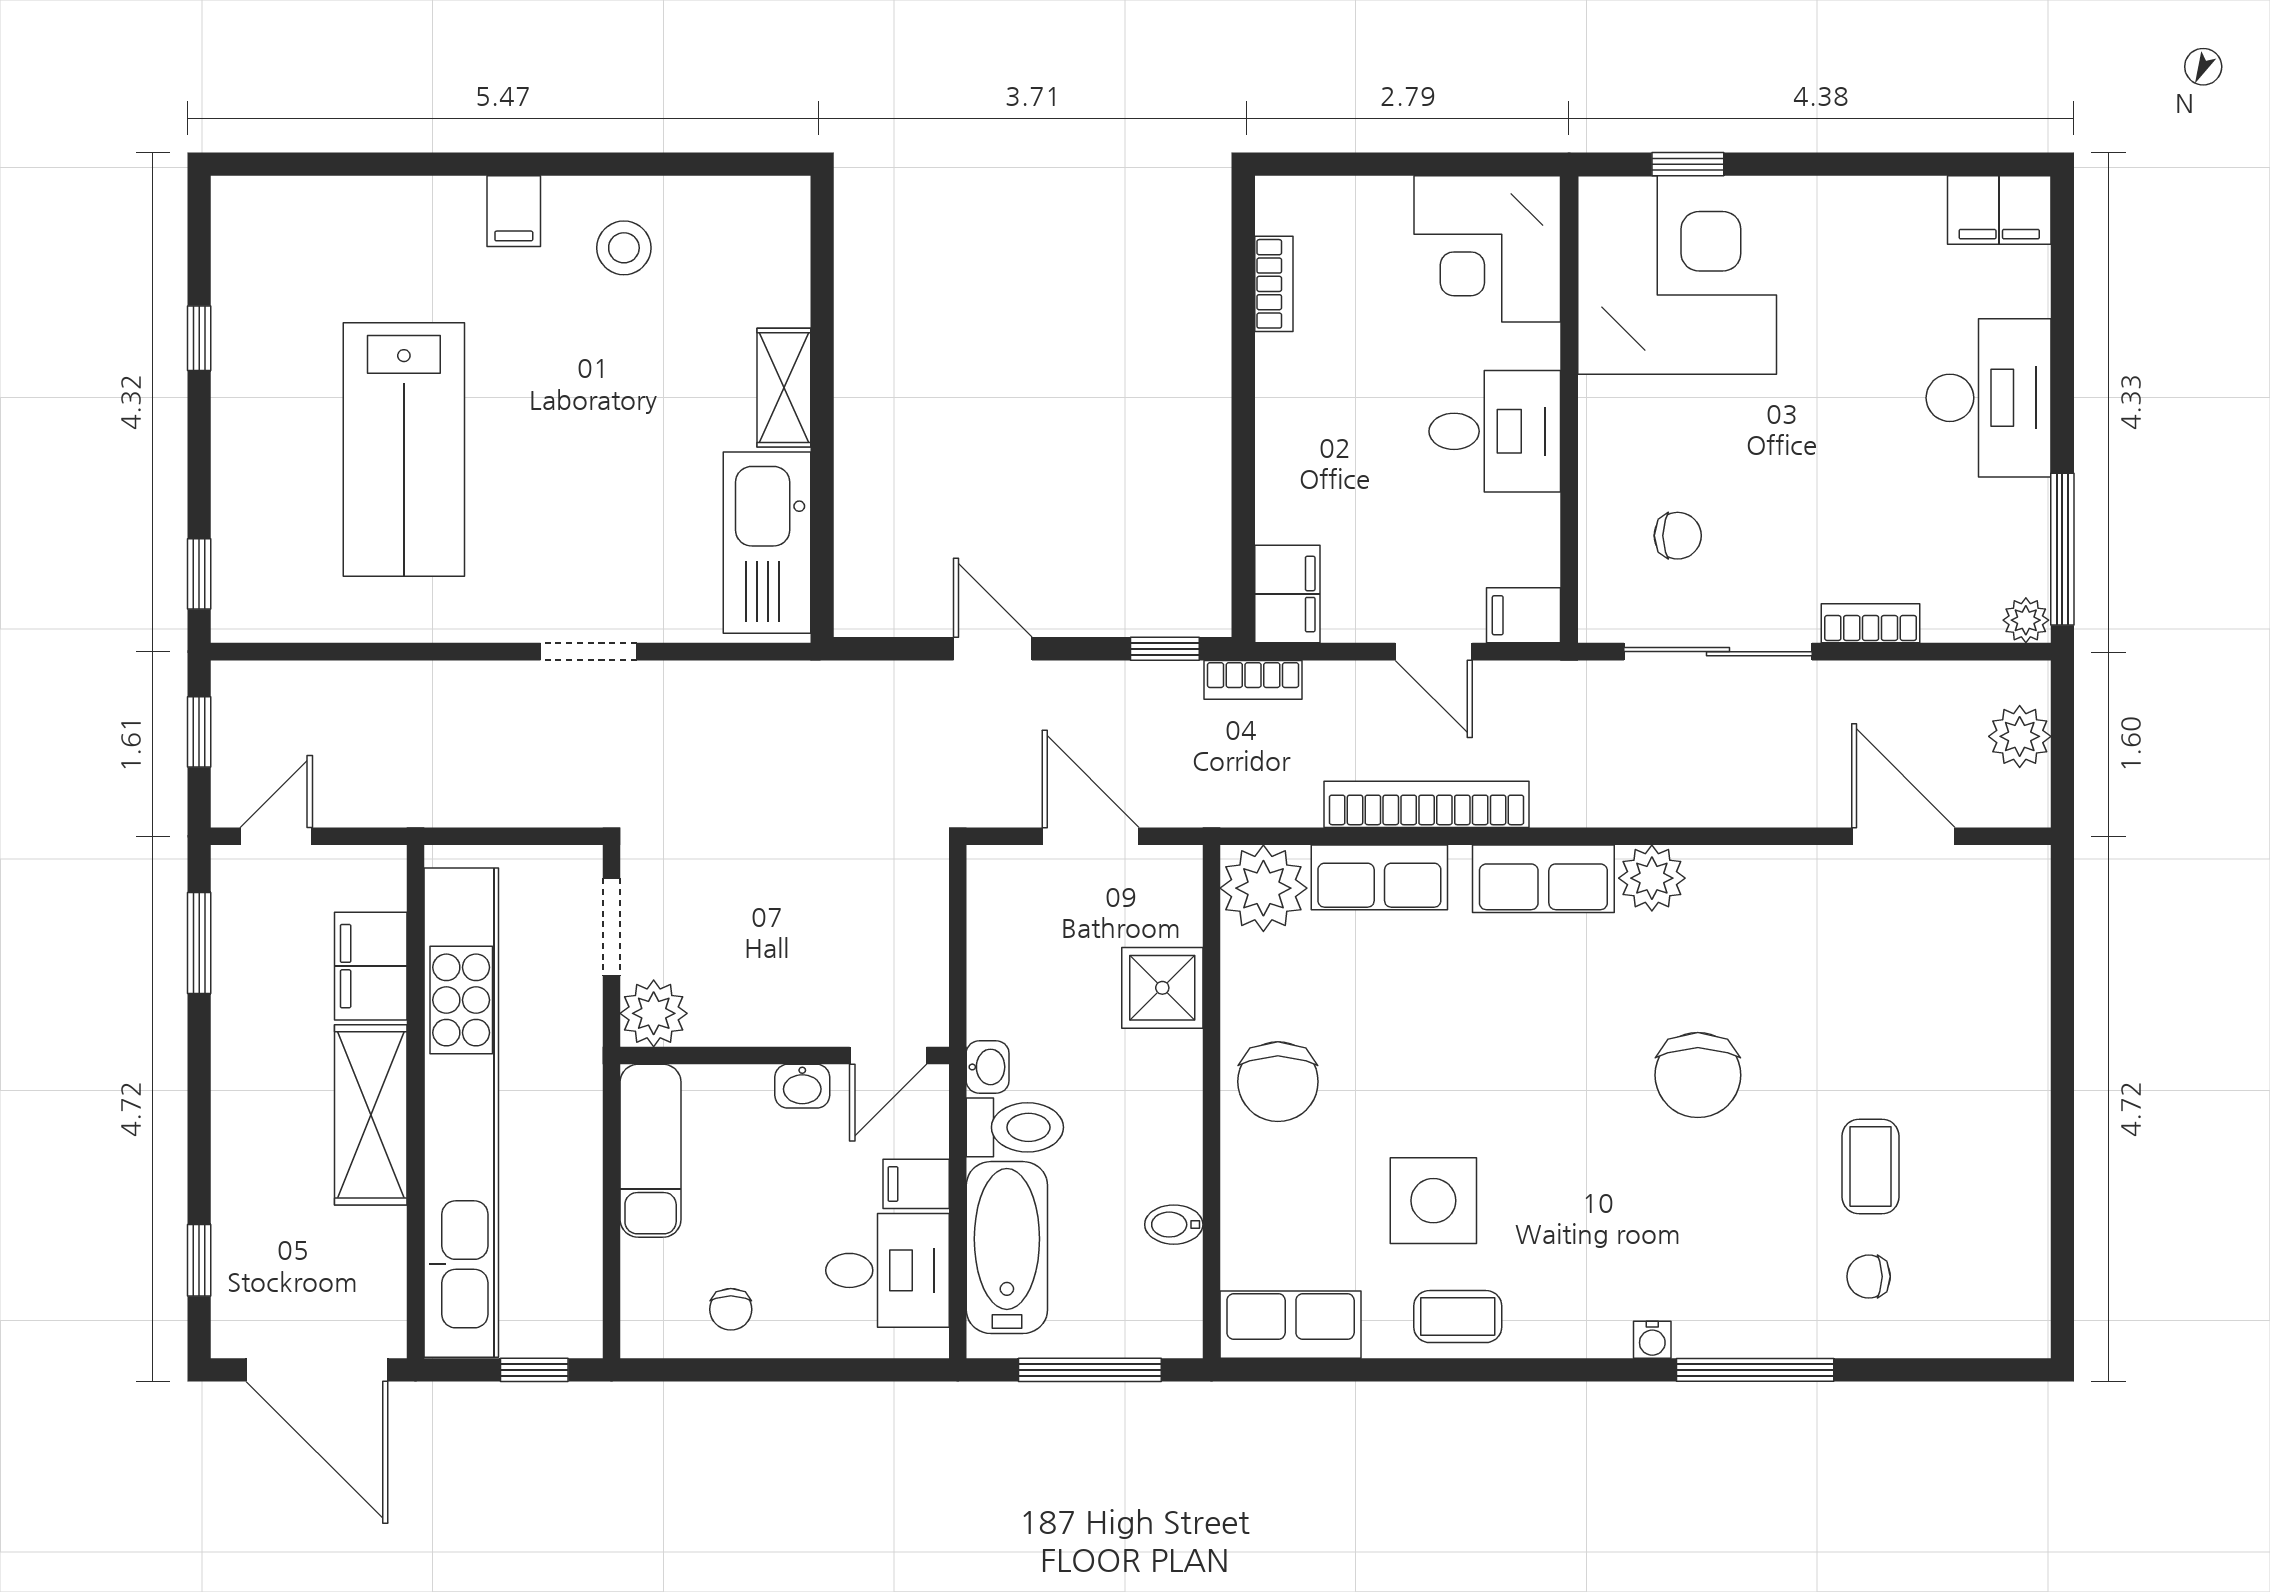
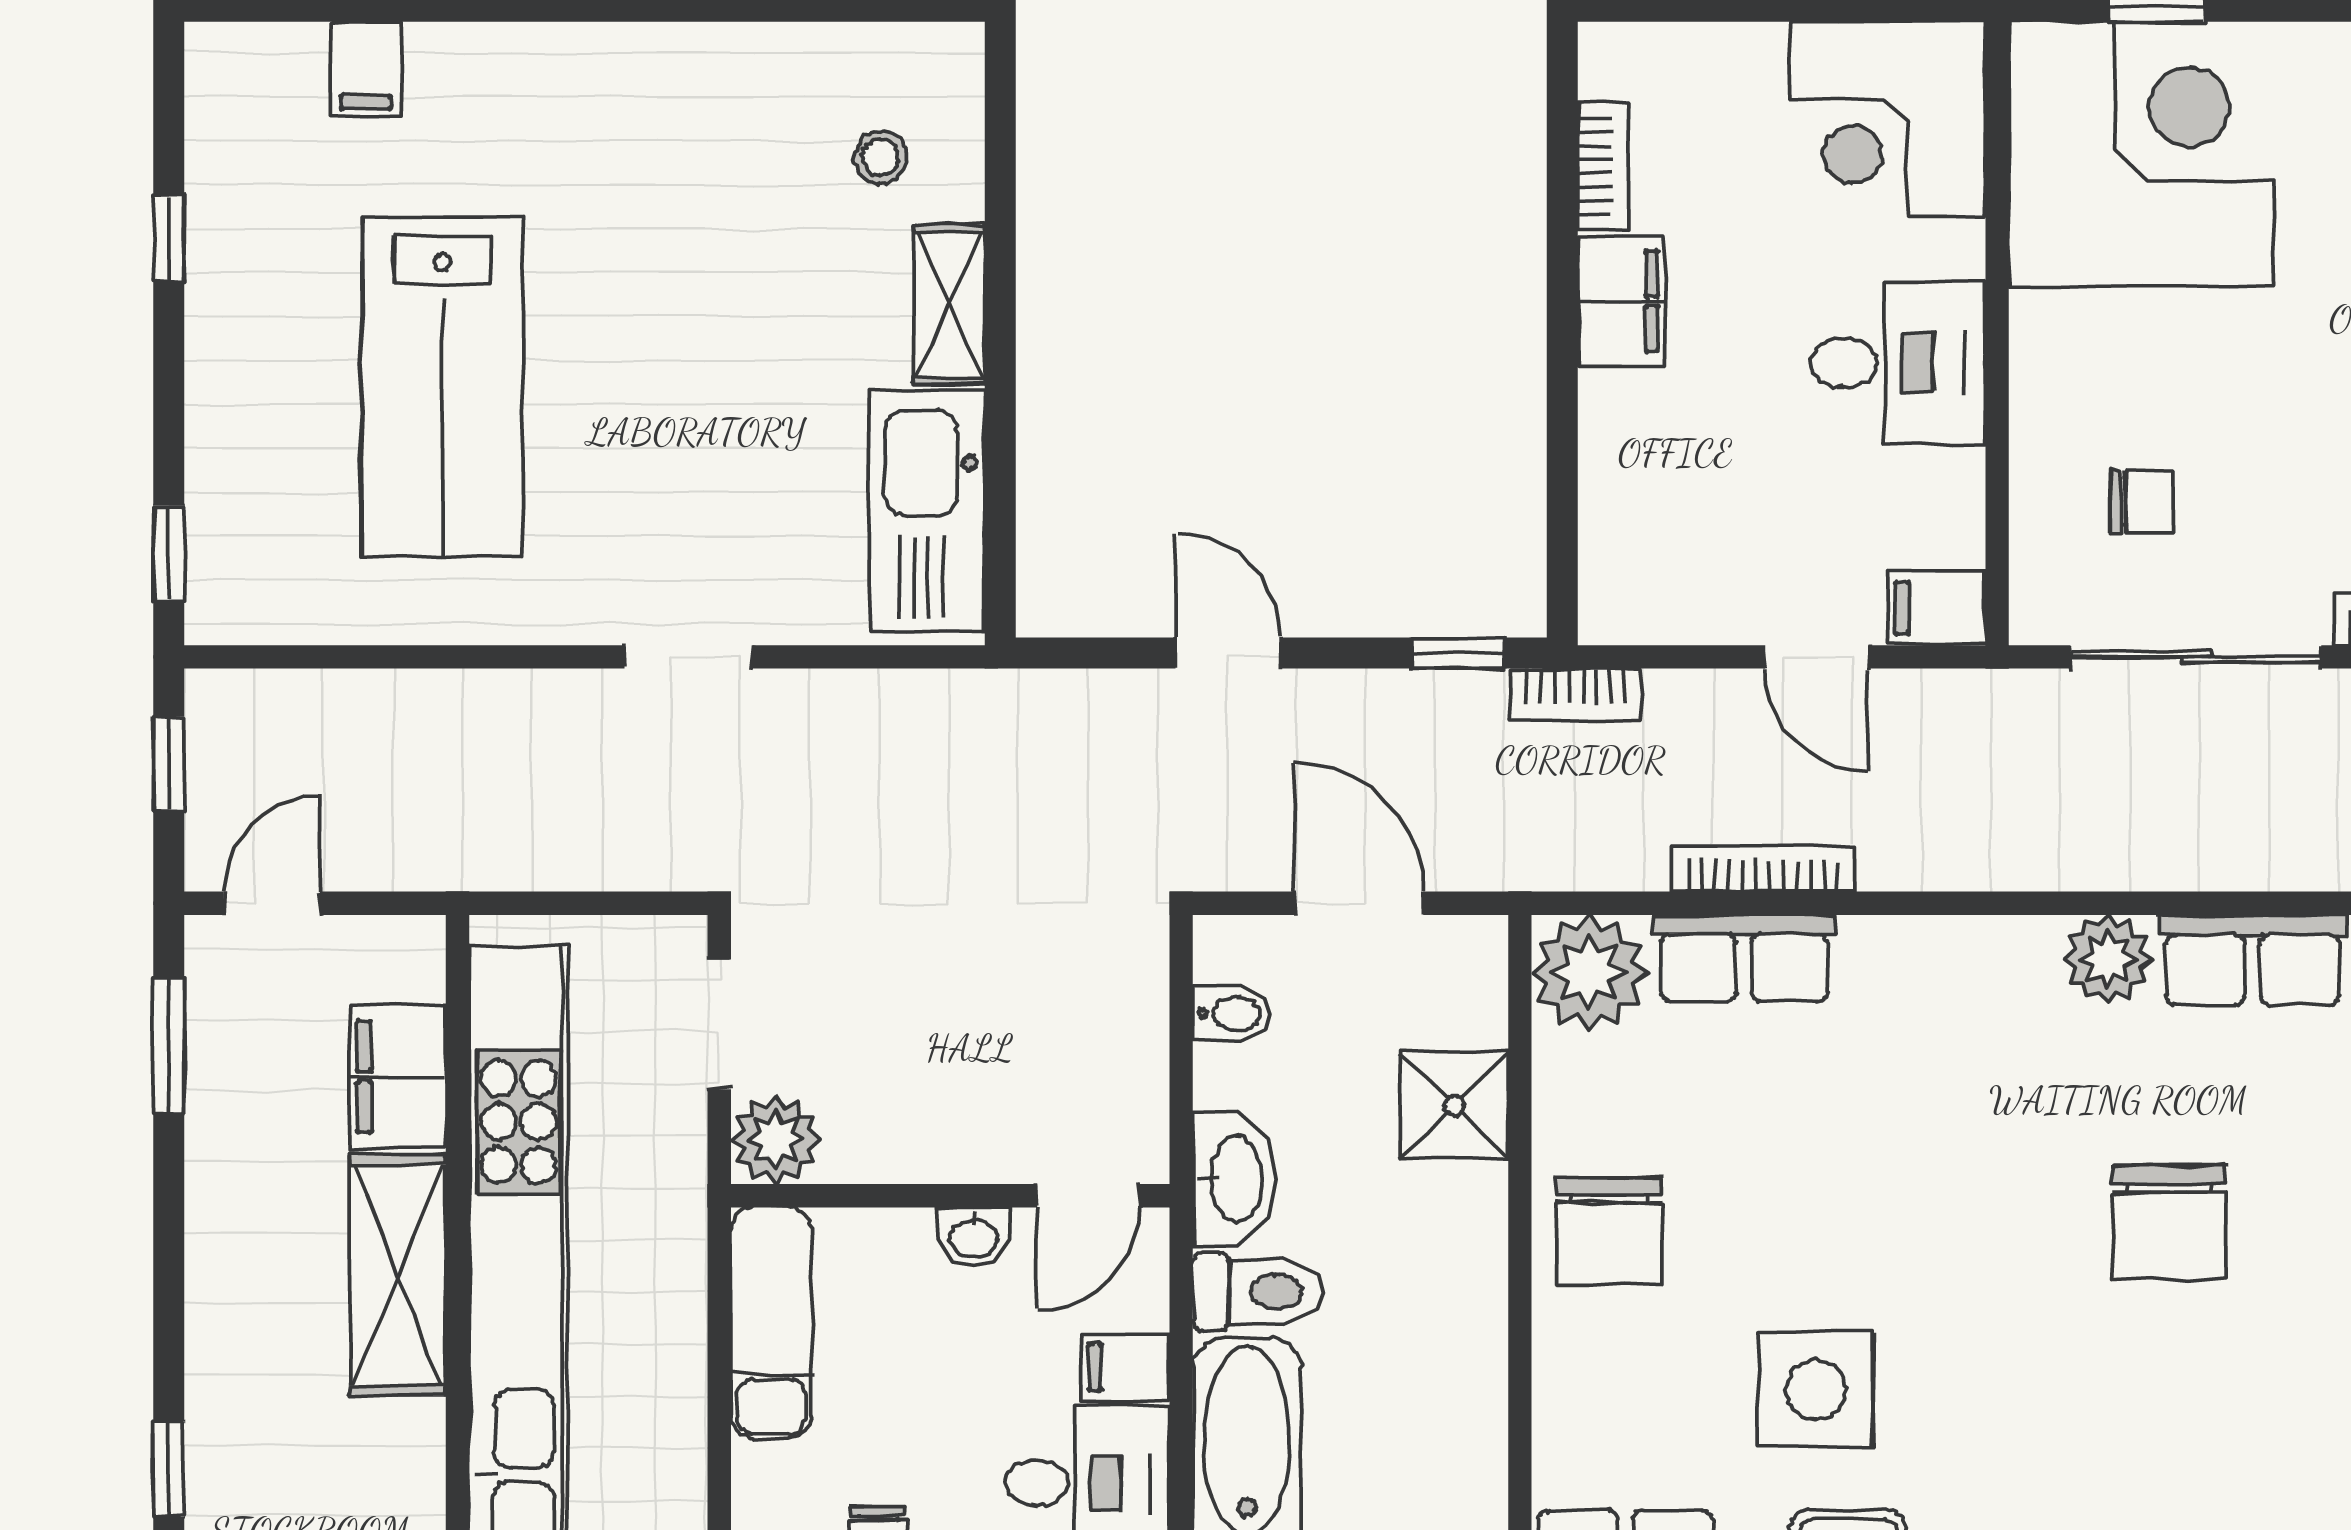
filing cabinet: (514, 211) -> (366, 69), moved
stool: (624, 248) -> (880, 157), moved, width x0.73, depth x0.73
filing cabinet: (1287, 594) -> (1621, 301), moved
bookcase: (1427, 804) -> (1763, 868), width x0.68, depth x0.76
row of seats: (1543, 879) -> (2252, 960), moved
washbasin: (988, 1067) -> (1234, 1179), width x1.91, depth x1.45
bidet: (1174, 1225) -> (1231, 1014), moved, turned 180

